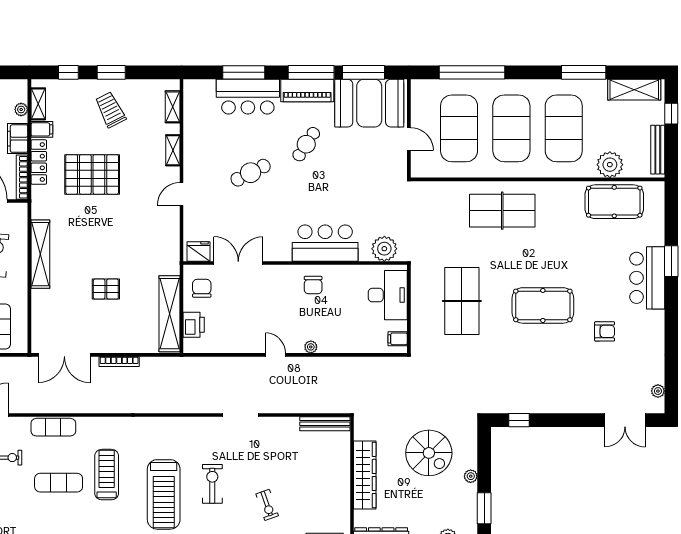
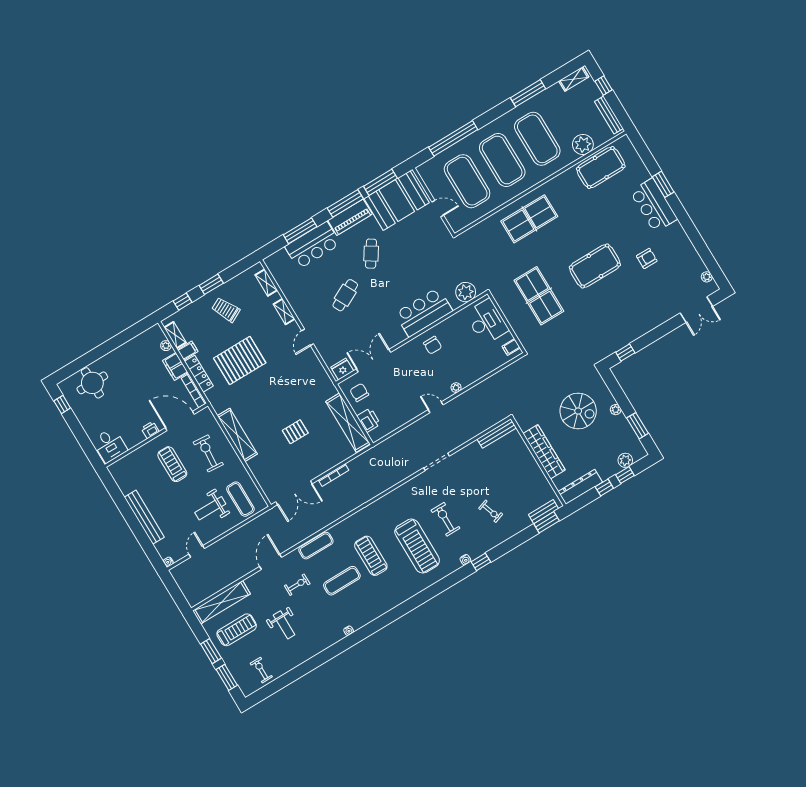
shelving: (634, 90) -> (574, 79), width x0.67, depth x0.75

